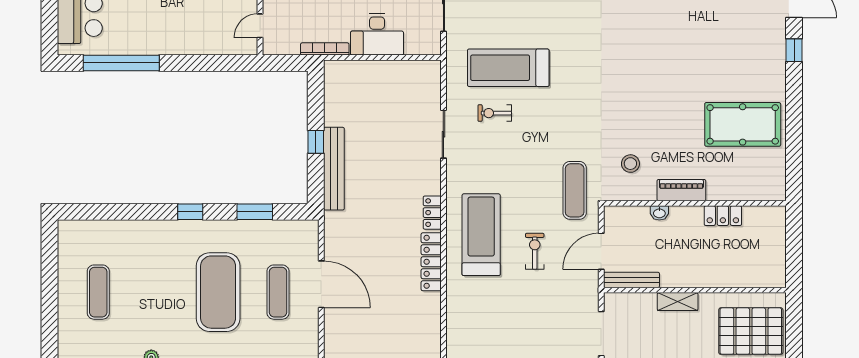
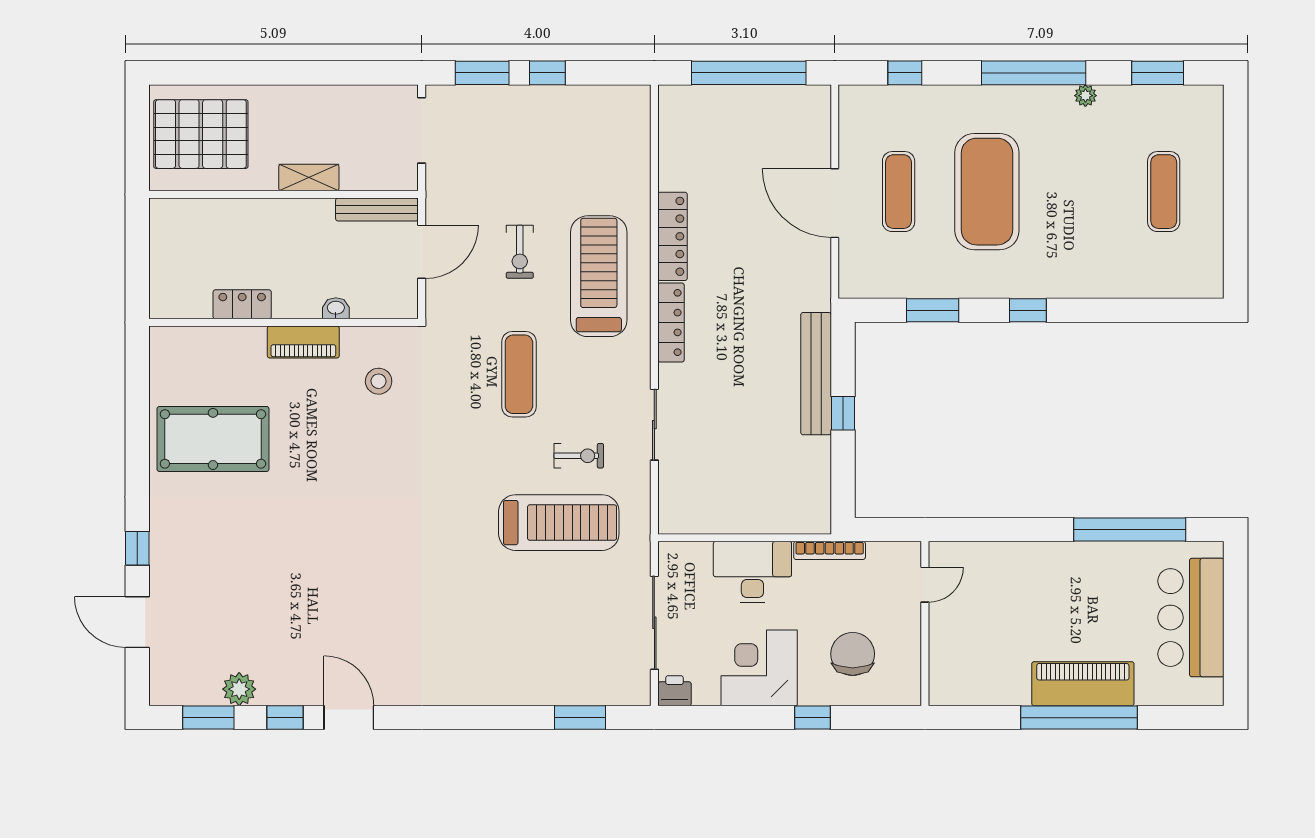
exercise mat: (575, 190) -> (519, 374), moved
locker: (432, 213) -> (671, 323), width x1.53
treadmill: (481, 235) -> (599, 276), turned 180

